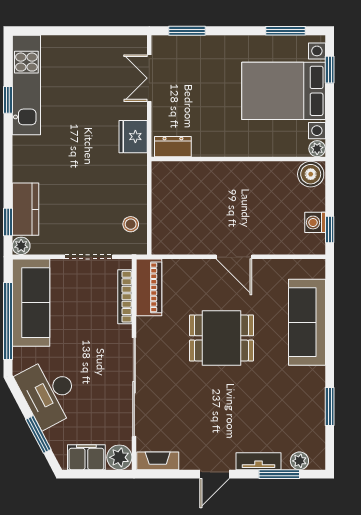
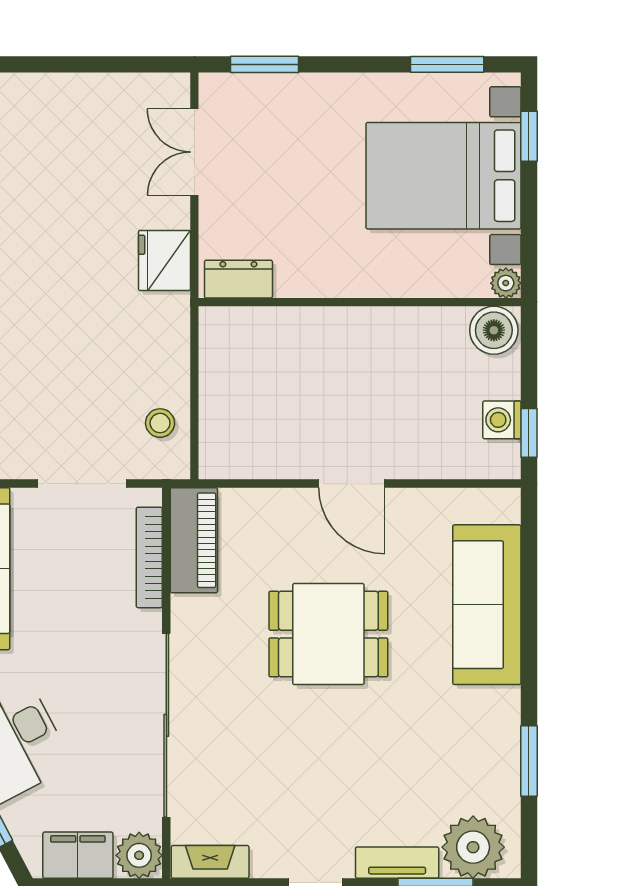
plant: (299, 461) -> (473, 847), width x1.87, depth x1.87

